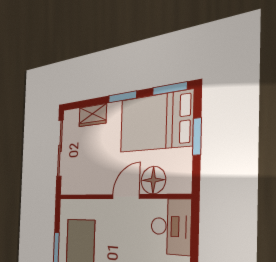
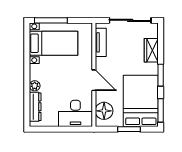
floor lamp: (153, 180) -> (104, 111), moved
tv unit: (81, 187) -> (101, 42), added

